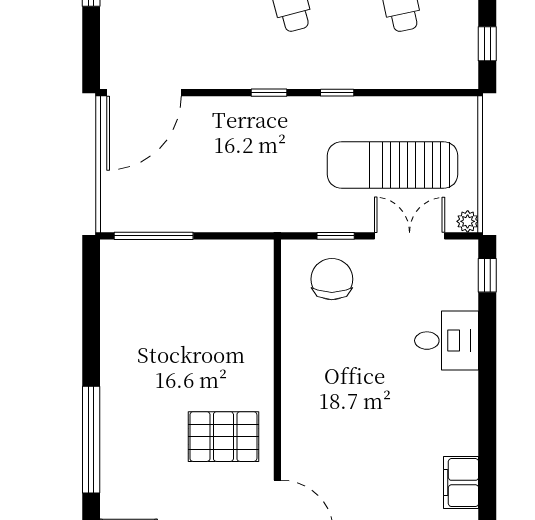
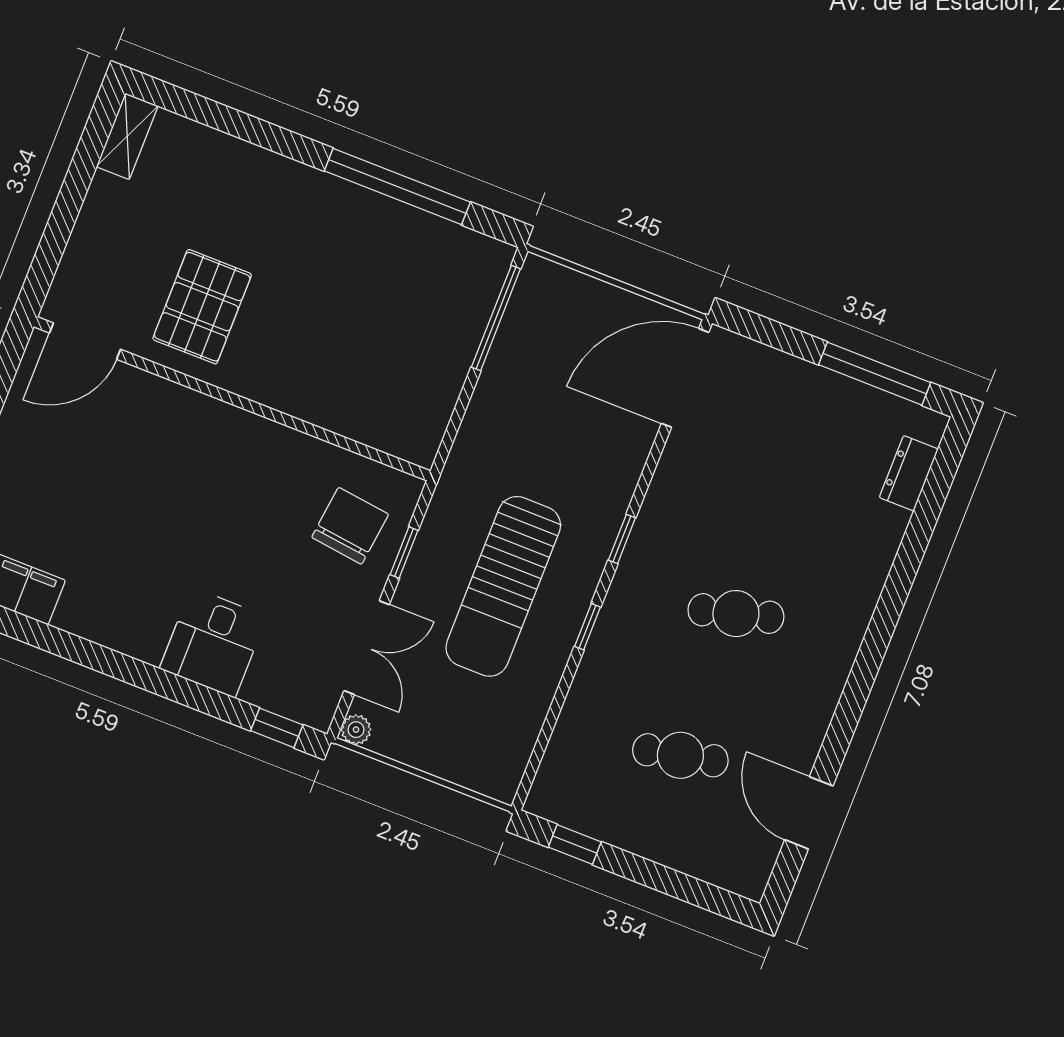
door: (144, 93) -> (685, 378), hinge flipped
sun lounger: (393, 165) -> (503, 586), moved, turned 180
chair: (332, 279) -> (350, 526), turned -83
window: (91, 440) -> (397, 187), moved

